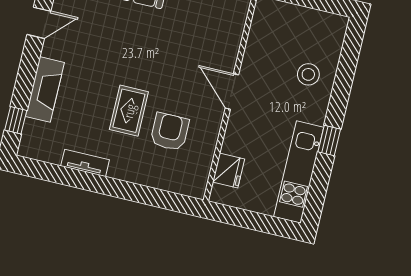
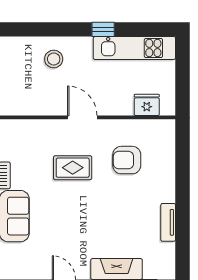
door: (232, 92) -> (82, 117), swing flipped
rug: (129, 111) -> (73, 168), moved

